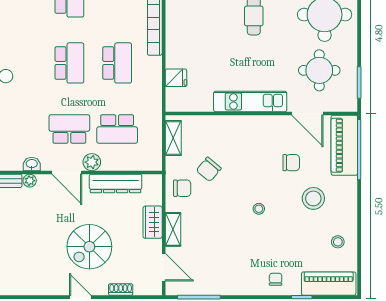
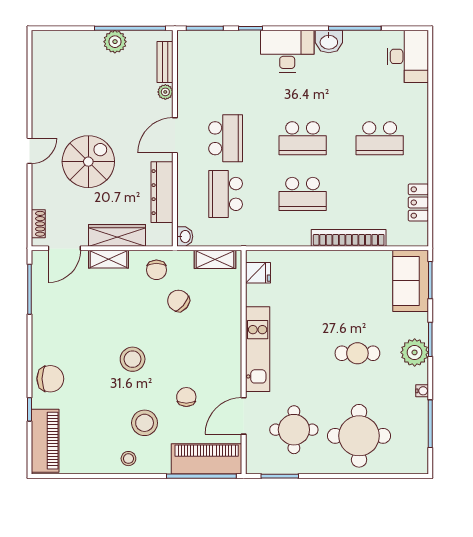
fridge: (176, 78) -> (258, 273), moved, turned -90
plant: (92, 162) -> (187, 164), removed
chair: (291, 163) -> (186, 397), turned 180
washbasin: (32, 164) -> (185, 237), moved
stool: (259, 209) -> (133, 359), width x1.89, depth x1.89
wardrobe: (153, 222) -> (117, 235), width x1.50
stool: (338, 242) -> (128, 459), moved
spiral stairs: (89, 247) -> (88, 162), turned 90
chair: (276, 279) -> (50, 379), width x1.87, depth x1.87
shoe rack: (121, 290) -> (38, 224), moved

